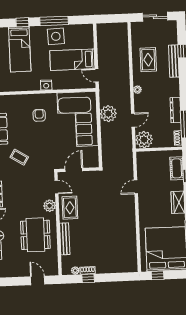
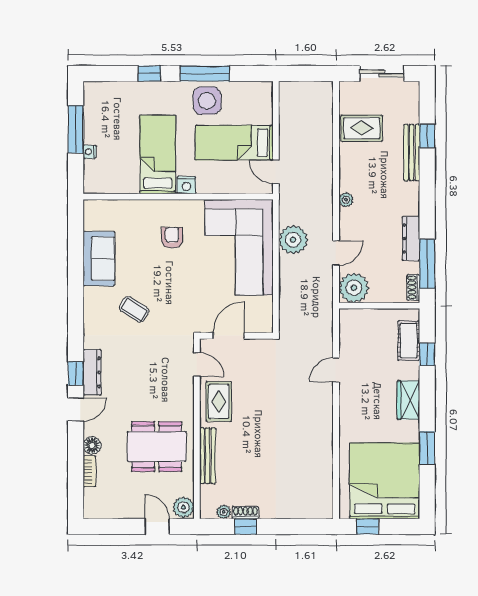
bed: (20, 49) -> (158, 154), moved, turned 180
rug: (148, 60) -> (362, 128), moved, turned 90
plant: (50, 206) -> (183, 507), moved
dining table: (35, 235) -> (157, 447), turned 90

